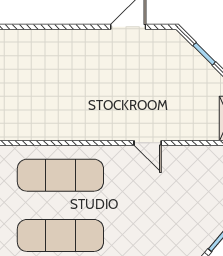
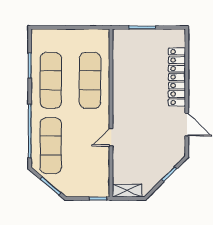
locker: (55, 42) -> (177, 77), added
exercise mat: (160, 235) -> (51, 146), added

